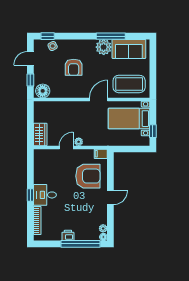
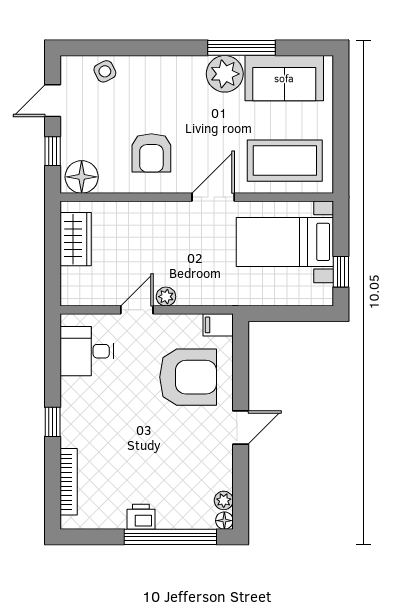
window: (48, 36) -> (93, 48), removed
armchair: (74, 67) -> (151, 153), moved
wardrobe: (40, 134) -> (76, 239), moved
desk: (45, 195) -> (87, 351), moved

